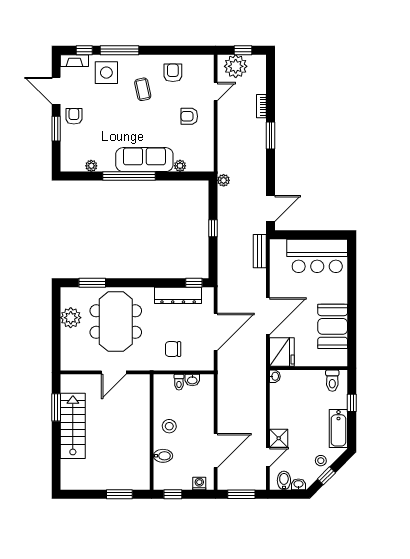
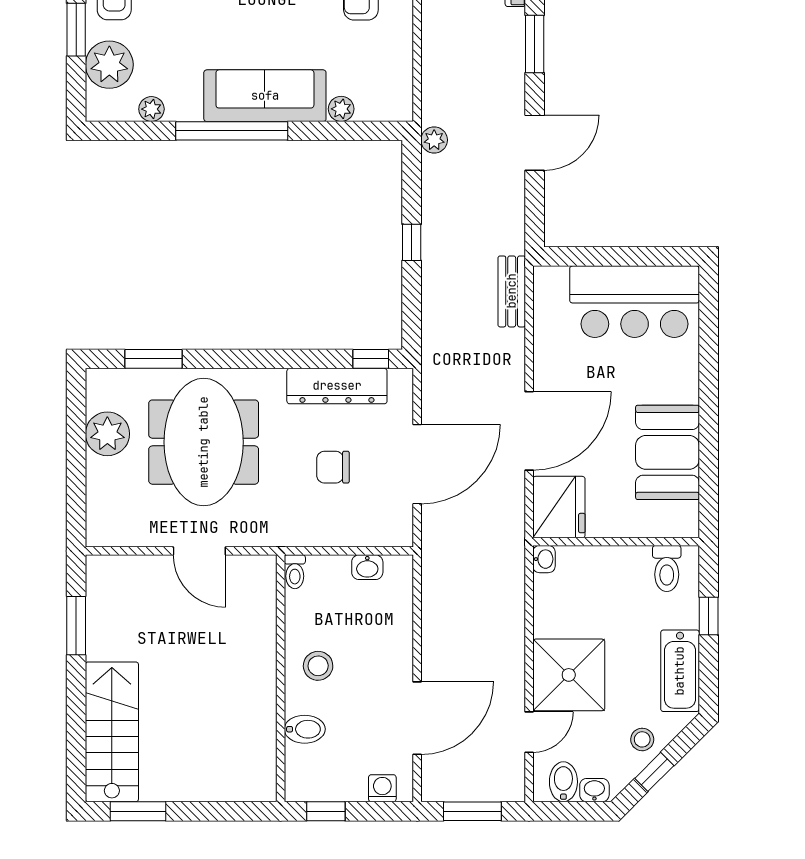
plant: (72, 145) -> (109, 65), added
door: (271, 208) -> (535, 143), moved
chair: (173, 349) -> (333, 467), moved
door: (114, 372) -> (199, 551), hinge flipped
toilet: (179, 382) -> (295, 572), moved
stairs: (73, 426) -> (112, 732), moved
shower: (279, 438) -> (569, 675), width x1.86, depth x1.86
window: (119, 494) -> (138, 811), moved

